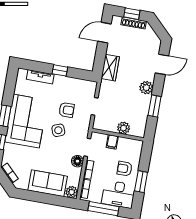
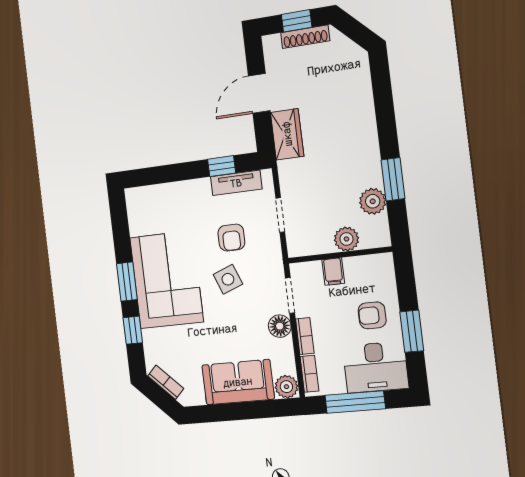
door: (104, 33) -> (259, 93), moved
door: (162, 64) -> (383, 96), removed
window: (60, 70) -> (222, 166), moved
tv unit: (40, 77) -> (236, 183), moved
plant: (146, 88) -> (373, 201), moved
armchair: (67, 110) -> (231, 238), turned 90

